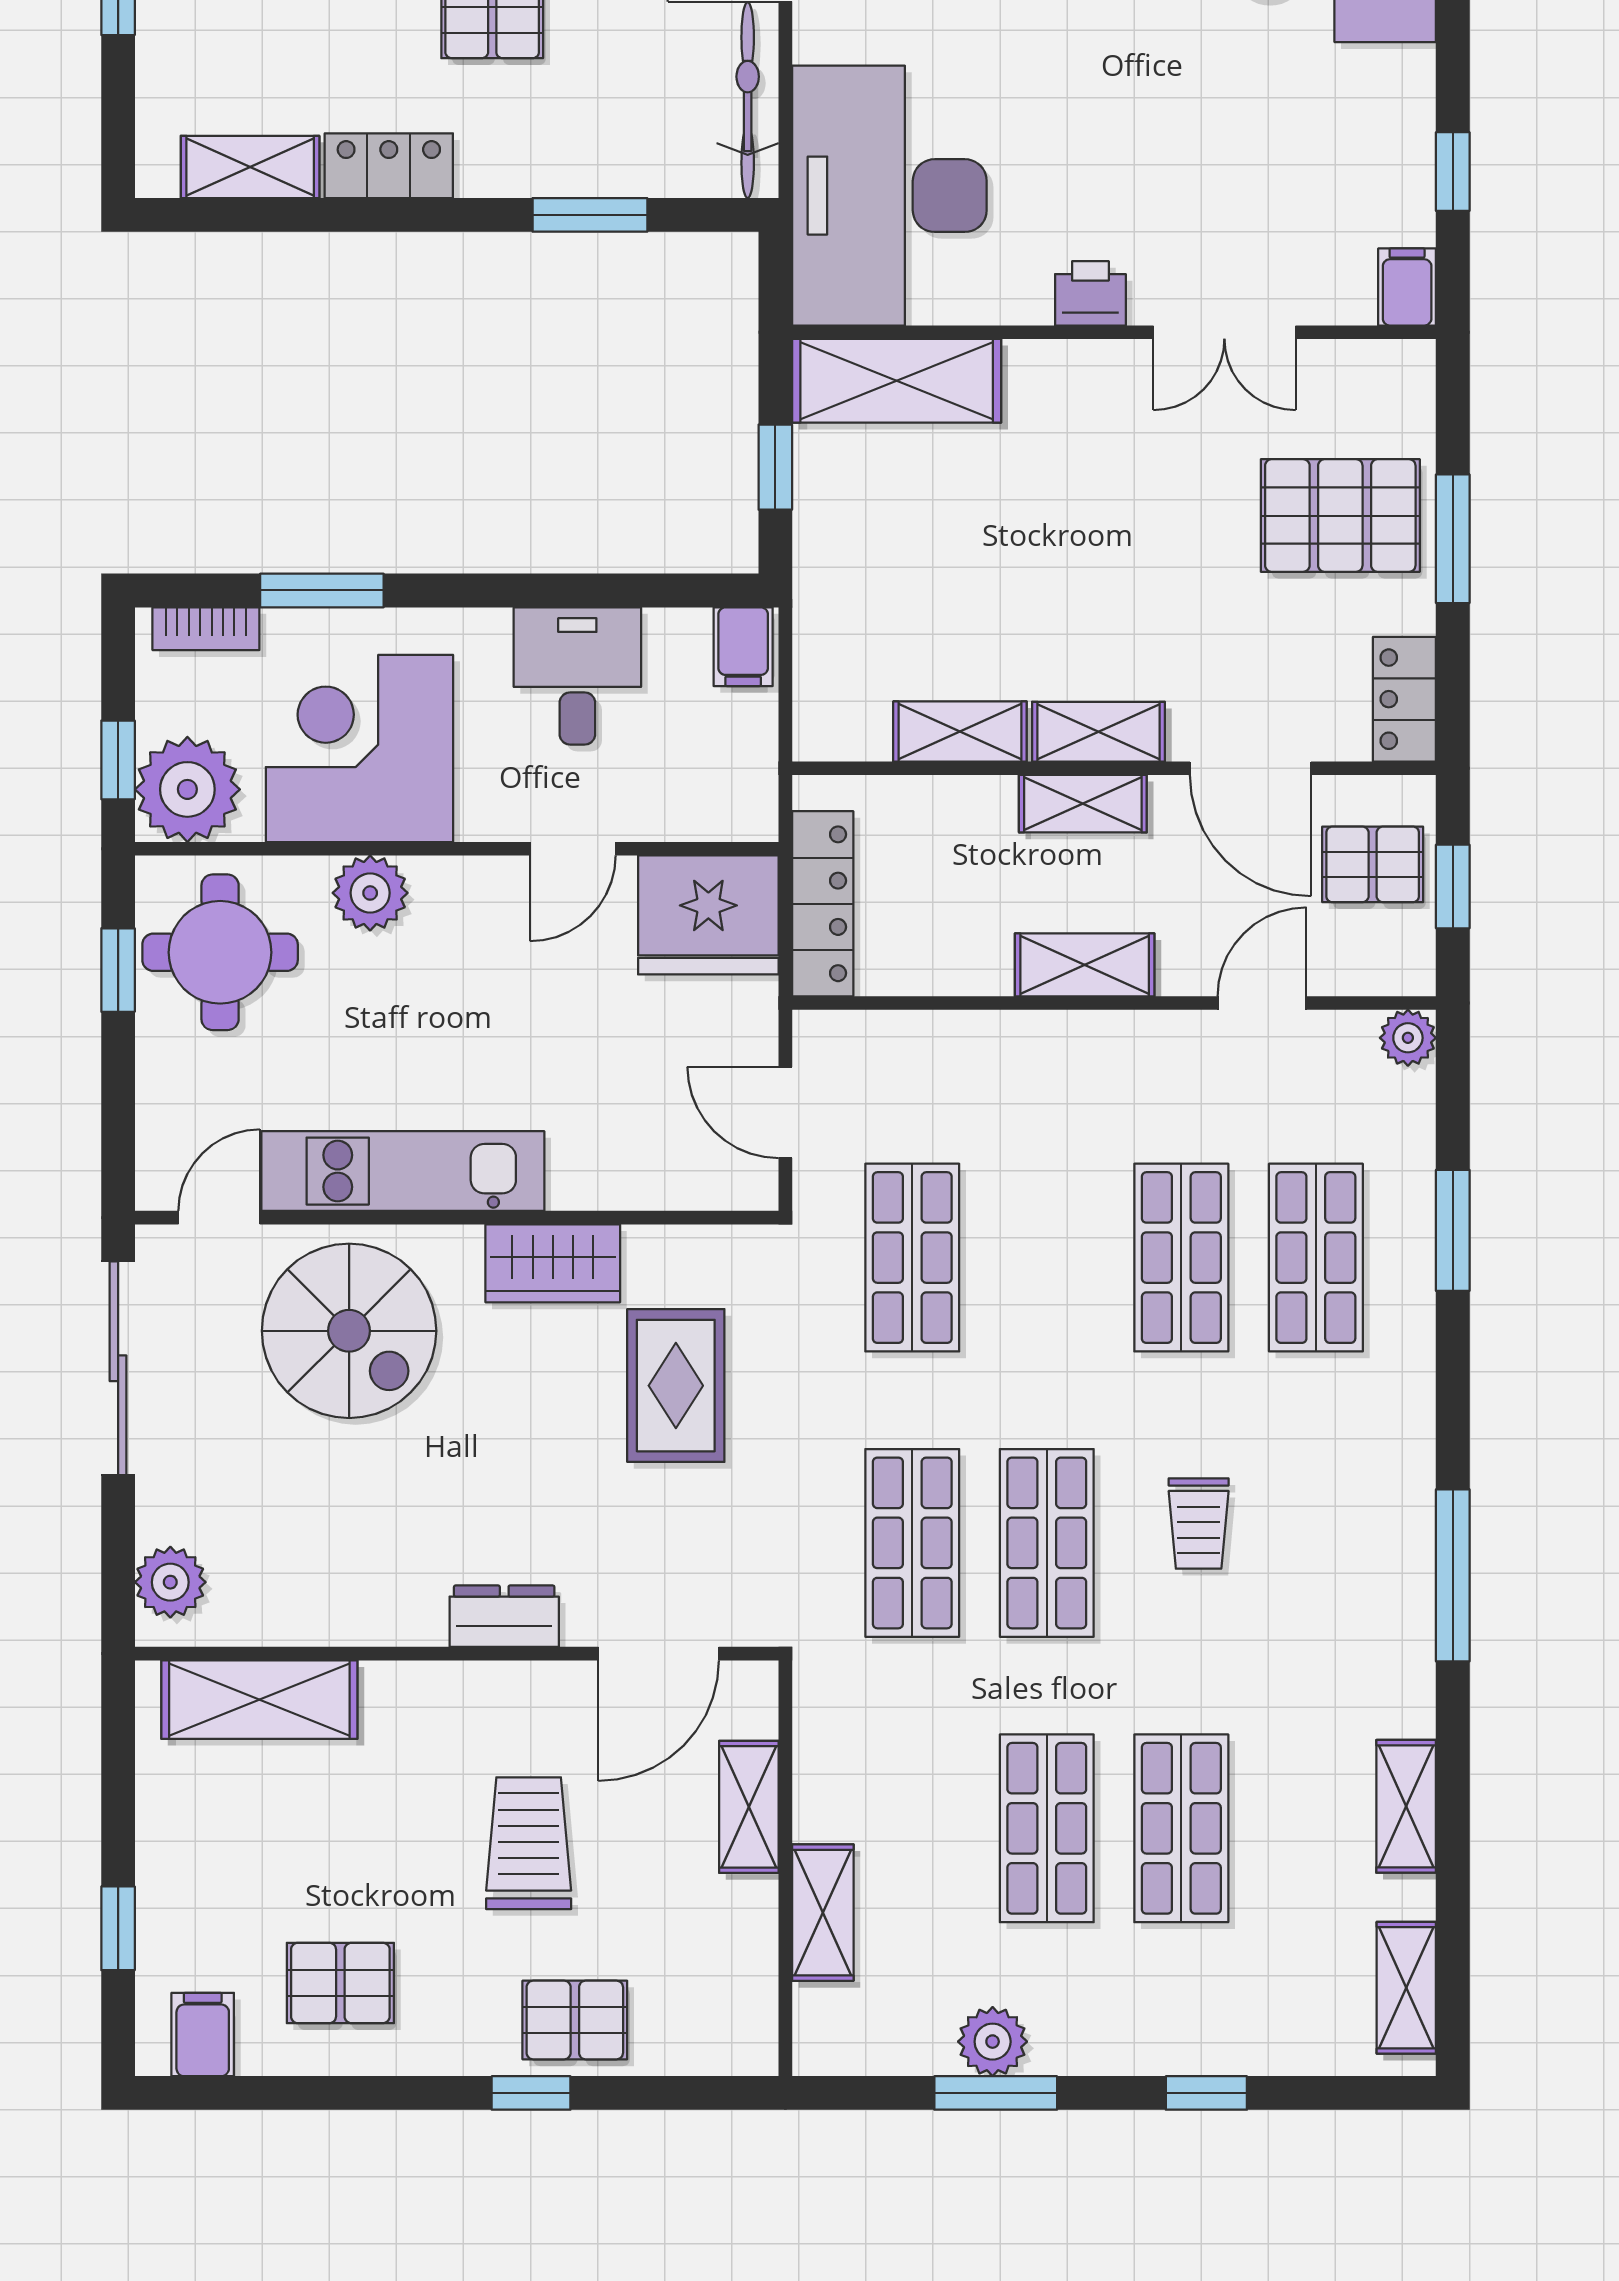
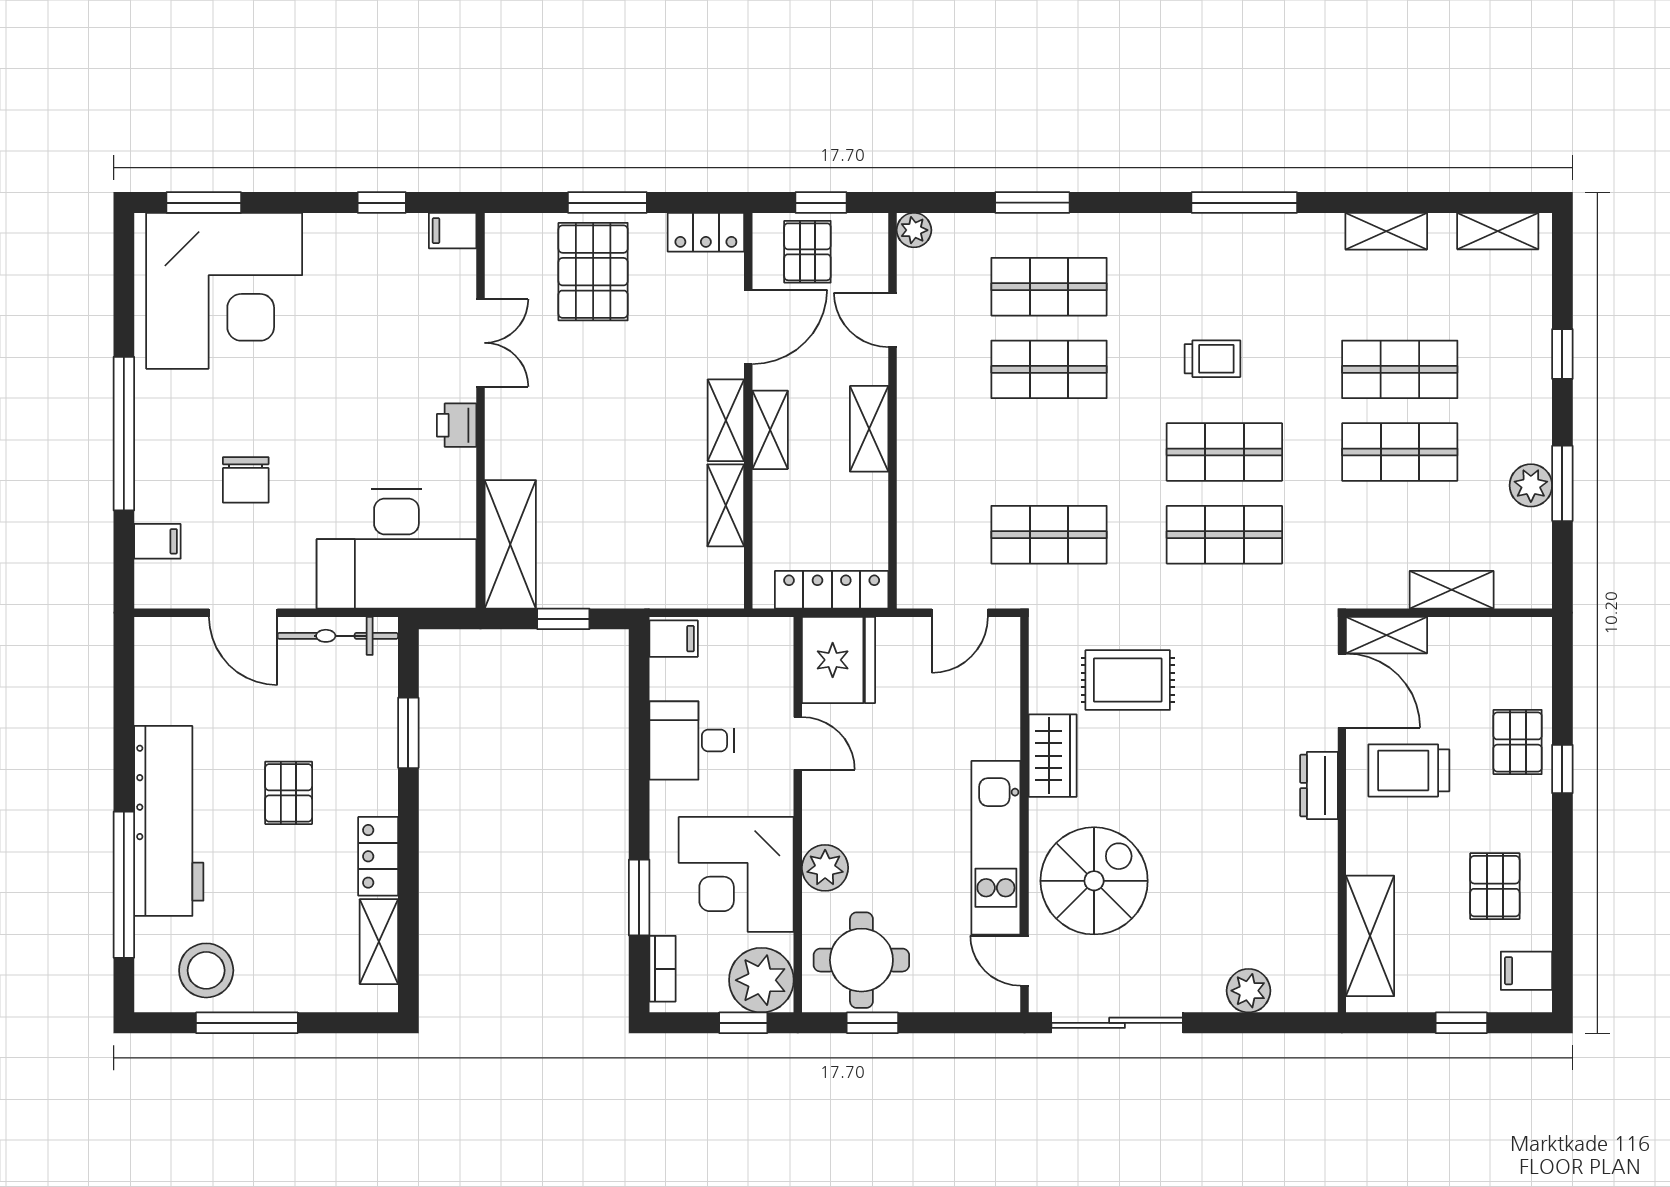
dresser: (504, 1616) -> (1319, 785), moved
wall: (457, 1654) -> (1342, 815), moved
door: (659, 1654) -> (1342, 691), moved
shelving: (259, 1700) -> (1370, 936), moved

